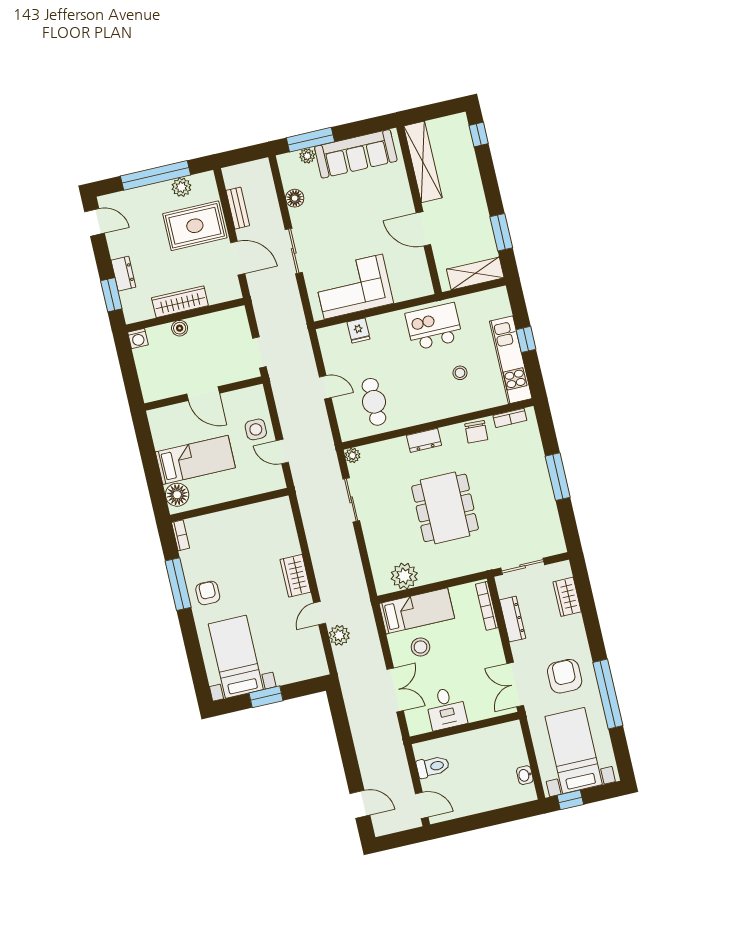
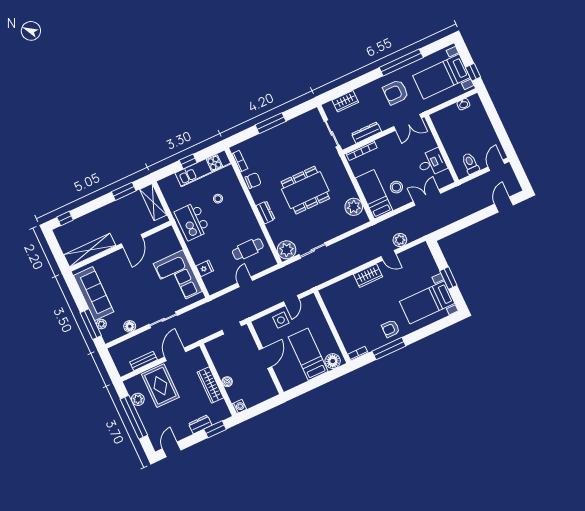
plant: (353, 455) -> (287, 250), width x1.88, depth x1.88

